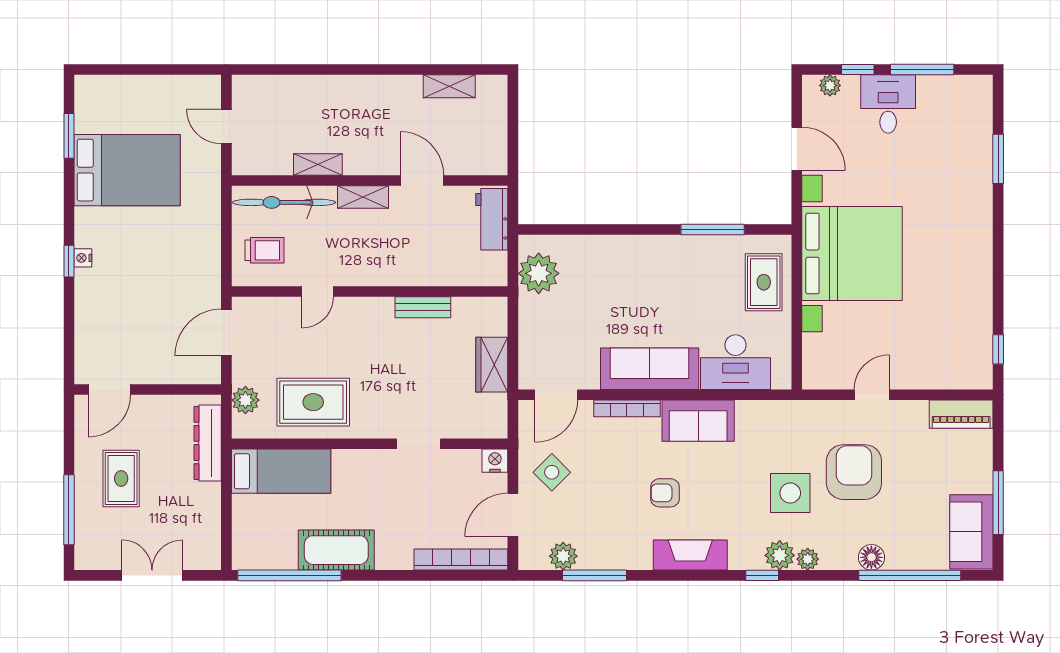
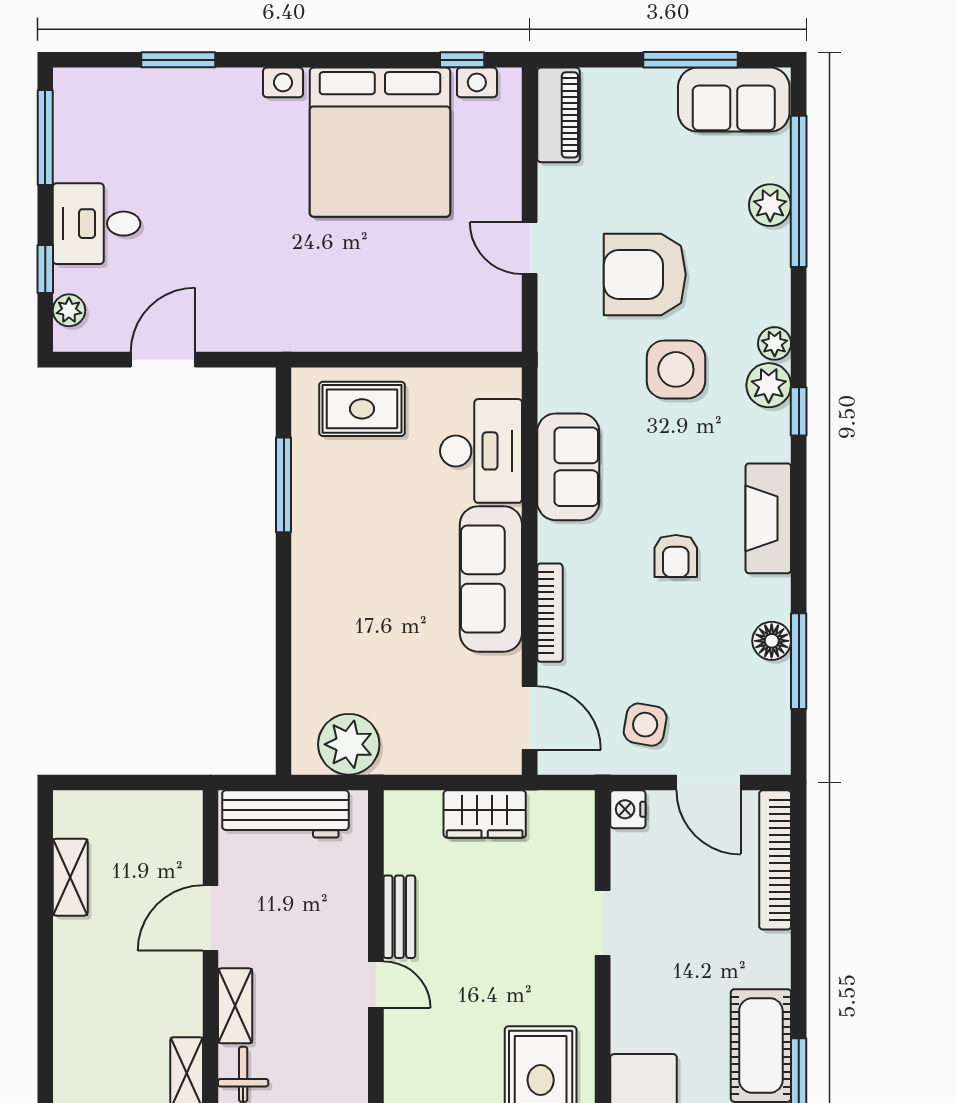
window: (922, 70) -> (45, 138), moved
workbench: (492, 219) -> (285, 814), width x1.38
bed with nightstands: (852, 254) -> (380, 142), moved, turned 180
door: (318, 291) -> (376, 985), moved
sofa: (698, 421) -> (568, 467), moved
side table: (552, 472) -> (645, 725), turned -35
plant: (563, 556) -> (770, 205), moved
floor lamp: (871, 557) -> (772, 641), moved

